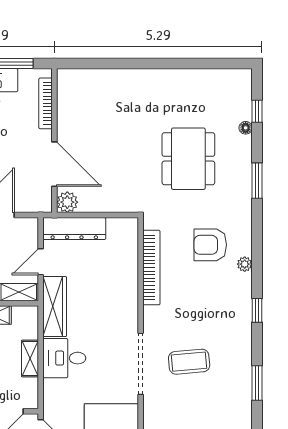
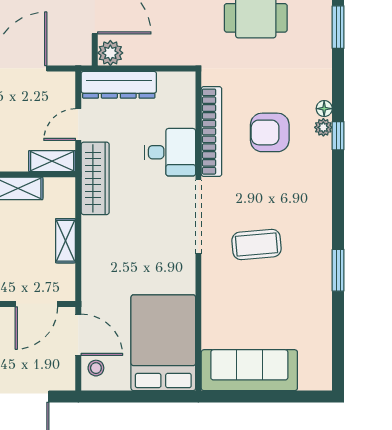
armchair: (210, 245) -> (270, 132), moved
floor lamp: (245, 248) -> (324, 109), added
window: (257, 310) -> (338, 136), moved
desk: (64, 358) -> (170, 152), moved, turned 180
doorway: (141, 364) -> (198, 217), moved

